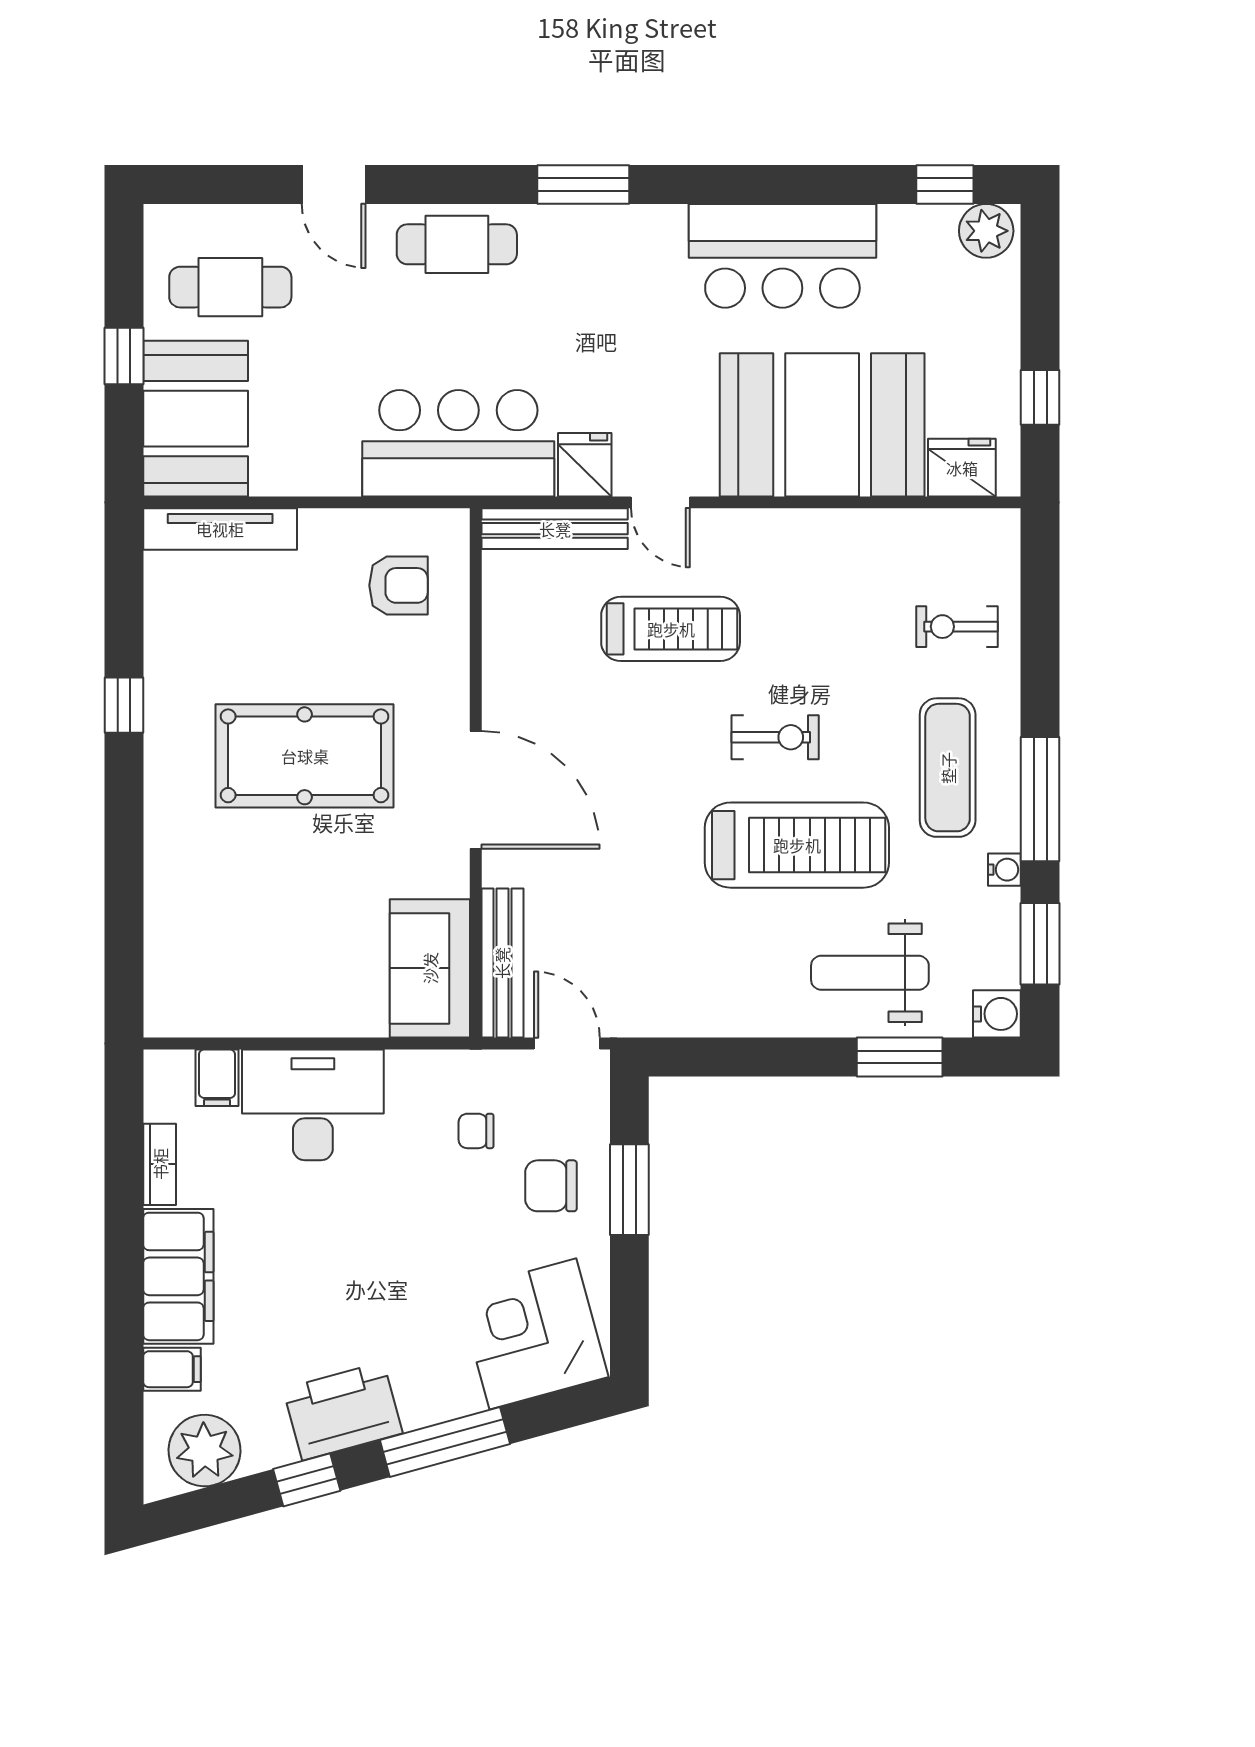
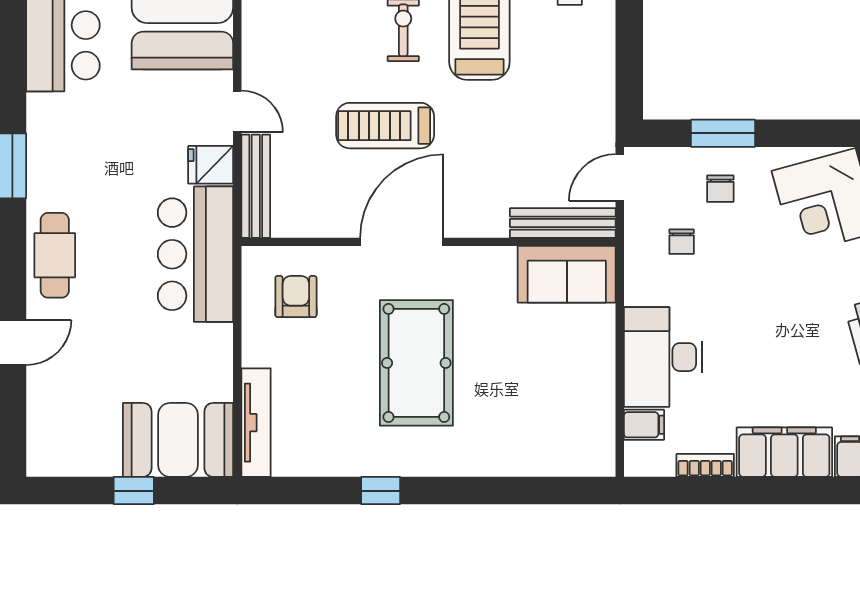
cafe table: (230, 287) -> (85, 415), removed
door: (660, 502) -> (237, 111), hinge flipped
treadmill: (671, 629) -> (385, 126), moved, turned -90
door: (476, 790) -> (402, 242), moved
chair: (551, 1186) -> (720, 189), width x0.73, depth x0.73

